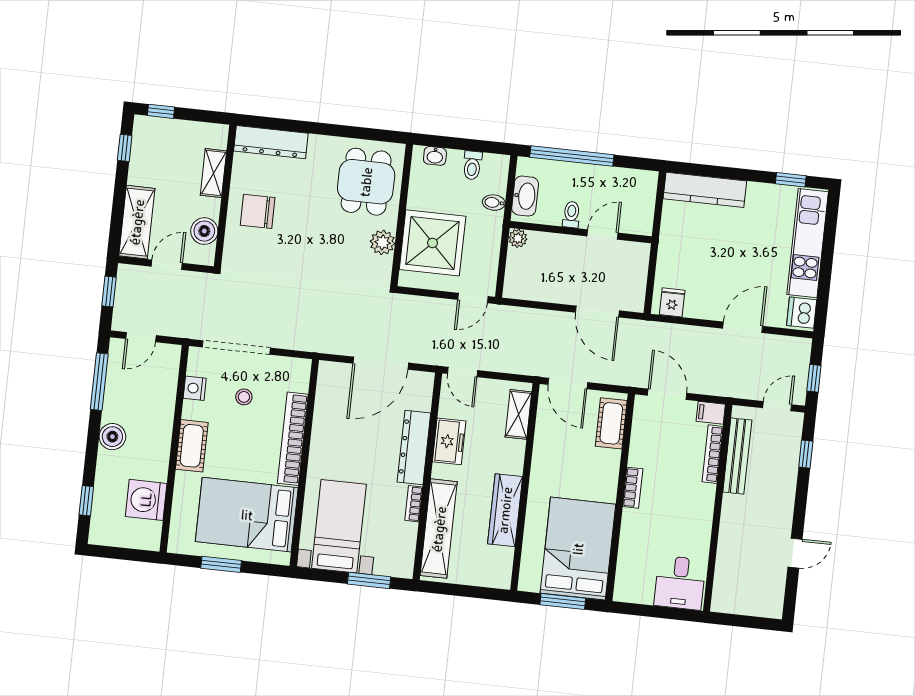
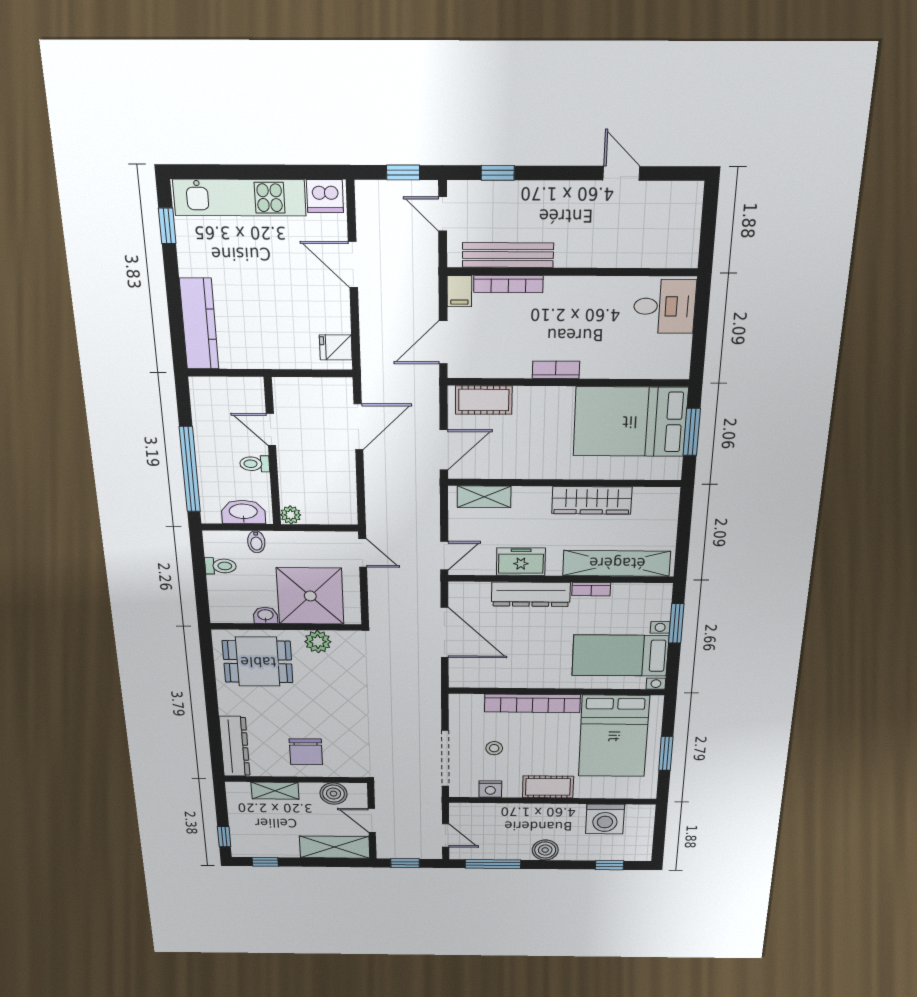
washbasin: (435, 156) -> (265, 615), moved, turned -90

